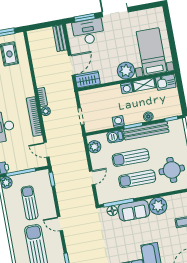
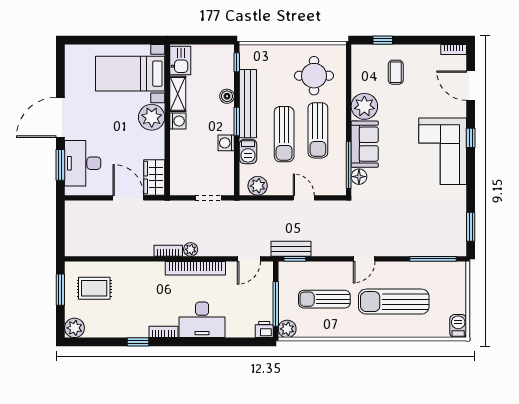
bench: (60, 38) -> (291, 249), moved

